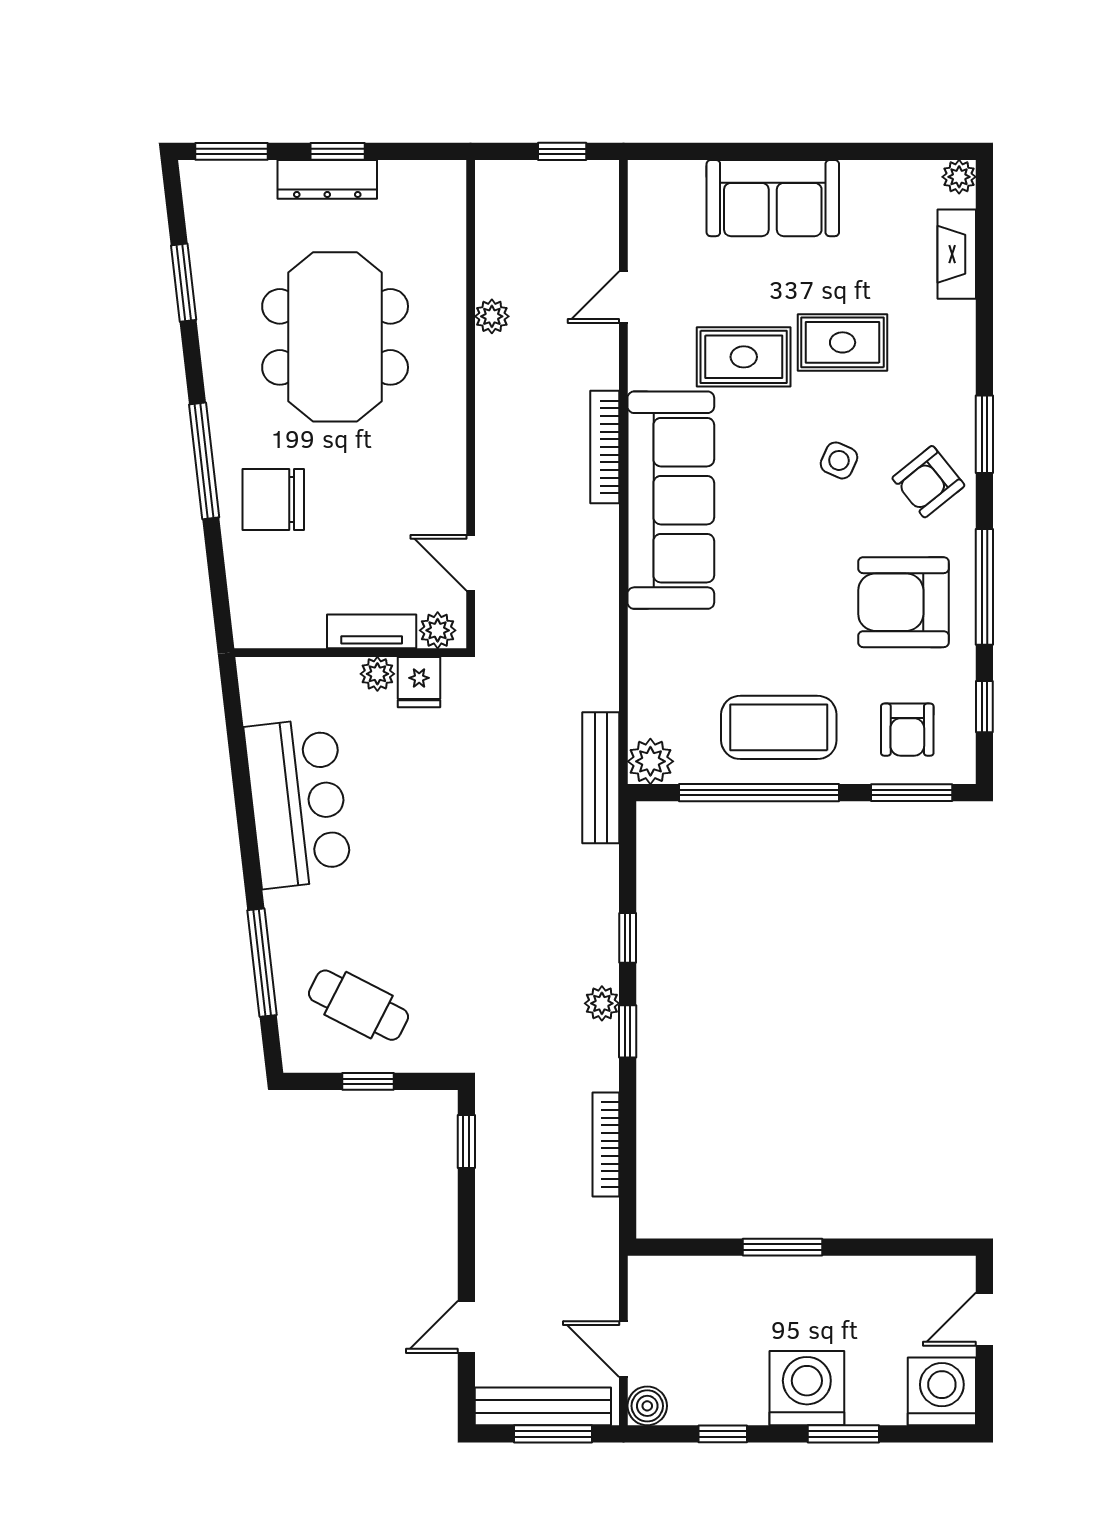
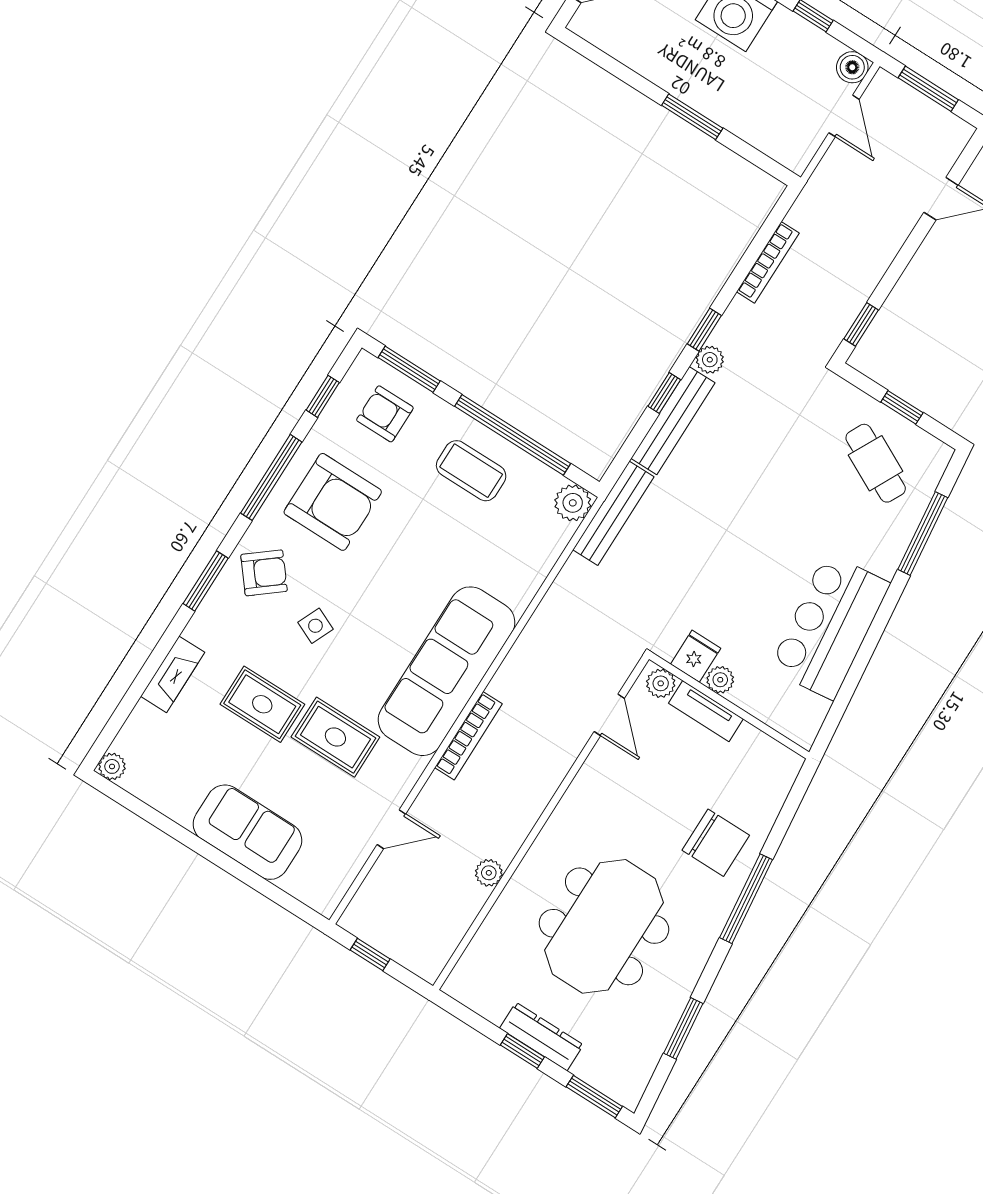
fireplace: (957, 254) -> (173, 674), moved
coffee table: (779, 727) -> (471, 471), width x0.73, depth x0.76
armchair: (907, 730) -> (385, 414), turned -90
bench: (543, 1406) -> (673, 421), moved, turned 90

